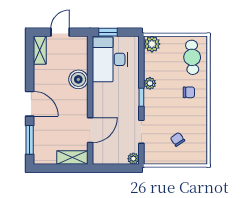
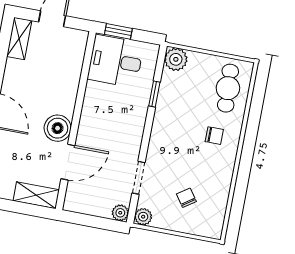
desk: (110, 59) -> (116, 61), width x0.73
boiler: (78, 79) -> (58, 128), moved
plant: (150, 83) -> (143, 217), moved
window: (141, 97) -> (154, 94), moved

